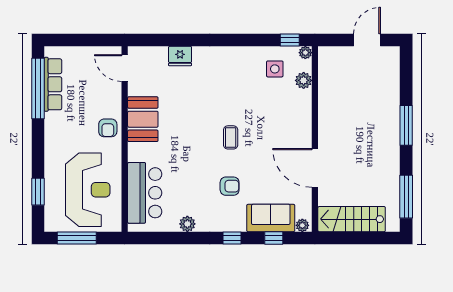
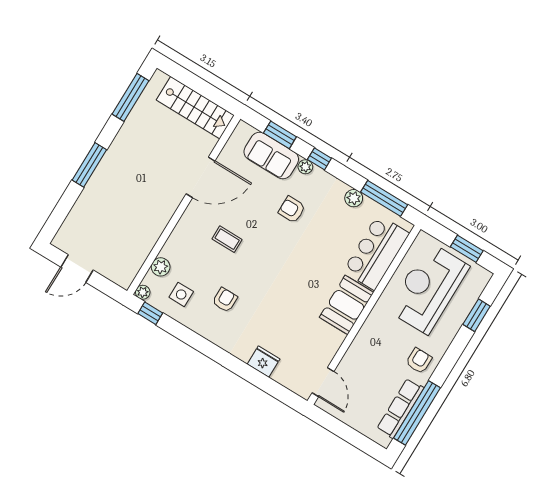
armchair: (239, 85) -> (225, 300), added
booth: (143, 119) -> (347, 305), moved
armchair: (108, 128) -> (419, 361), moved
coffee table: (231, 137) -> (227, 239), moved, turned 90
door: (315, 168) -> (200, 177), hinge flipped
plant: (302, 225) -> (305, 167), moved
window: (77, 238) -> (467, 249), width x0.69
window: (164, 238) -> (384, 198), added
window: (274, 238) -> (280, 135), width x1.50

